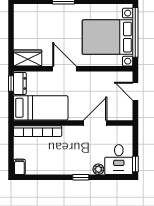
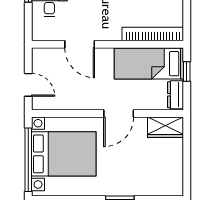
door: (64, 69) -> (119, 114), hinge flipped
window: (11, 84) -> (187, 72), moved
door: (95, 123) -> (80, 44), hinge flipped

